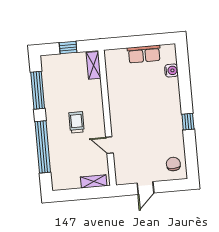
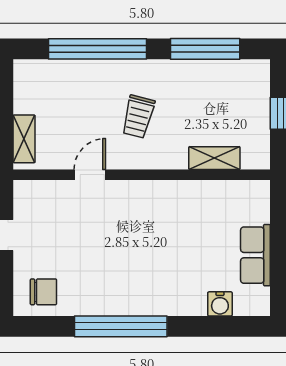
shelving: (94, 65) -> (214, 158), moved
trolley: (77, 122) -> (138, 117), turned 104
window: (188, 122) -> (121, 326), width x3.17

